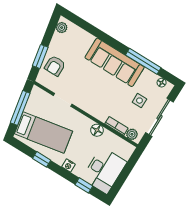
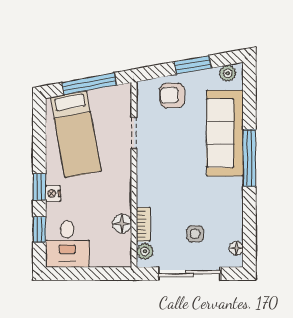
window: (40, 56) -> (193, 65), moved
window: (143, 61) -> (249, 158), moved
sofa: (115, 62) -> (225, 133), moved
floor lamp: (97, 130) -> (122, 224), moved
window: (42, 159) -> (39, 187), moved
desk: (104, 170) -> (67, 244), width x0.73

